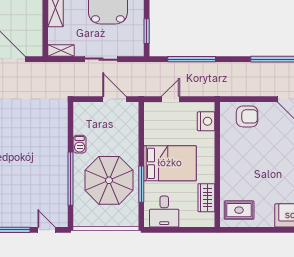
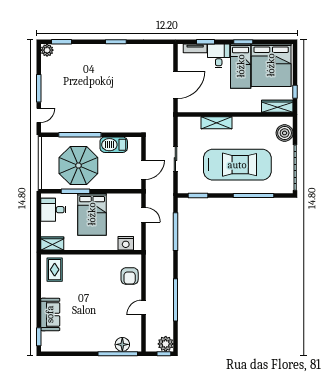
shelving: (61, 51) -> (182, 127), removed
barbecue: (80, 144) -> (114, 145), width x1.88, depth x1.53
wardrobe: (206, 198) -> (52, 243), moved

